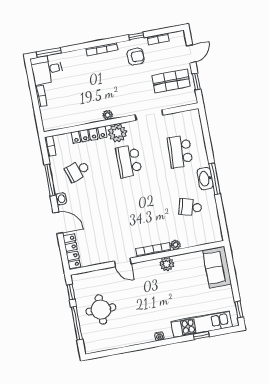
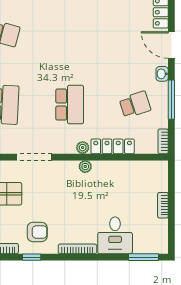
armchair: (136, 57) -> (37, 232), turned 180
desk: (47, 69) -> (115, 235), moved, turned 90
plant: (117, 133) -> (83, 148), width x0.53, depth x0.53

